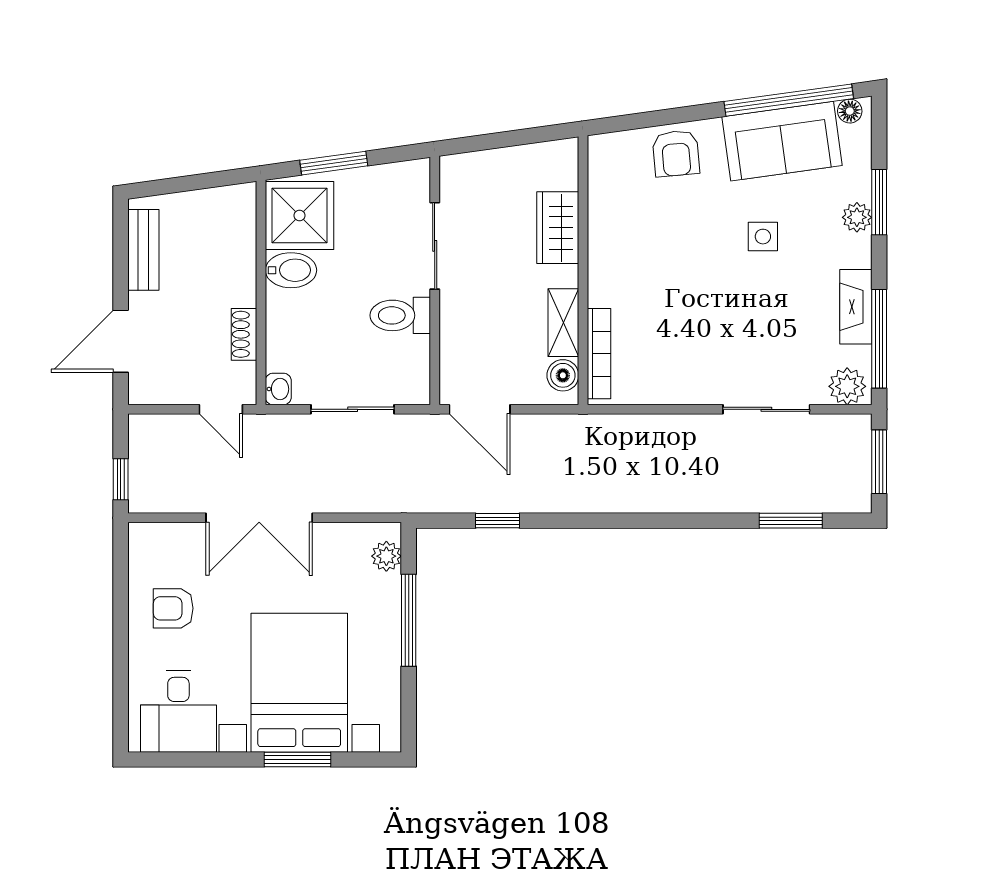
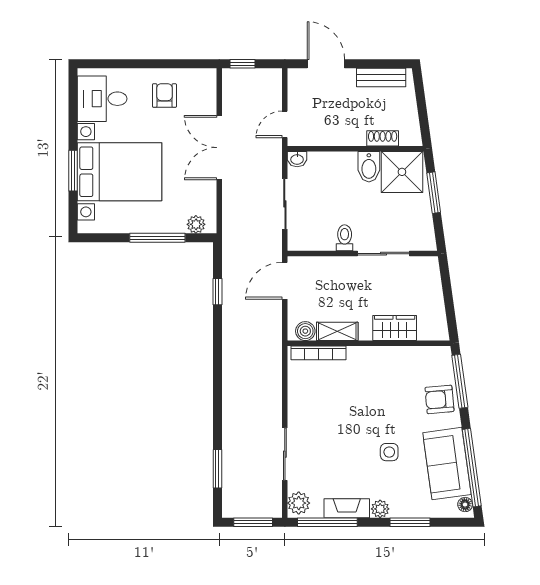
window: (646, 120) -> (460, 381), added
plant: (857, 217) -> (380, 509), moved
toilet: (400, 315) -> (345, 238), width x0.73, depth x0.72
shoe rack: (244, 334) -> (383, 138), moved

